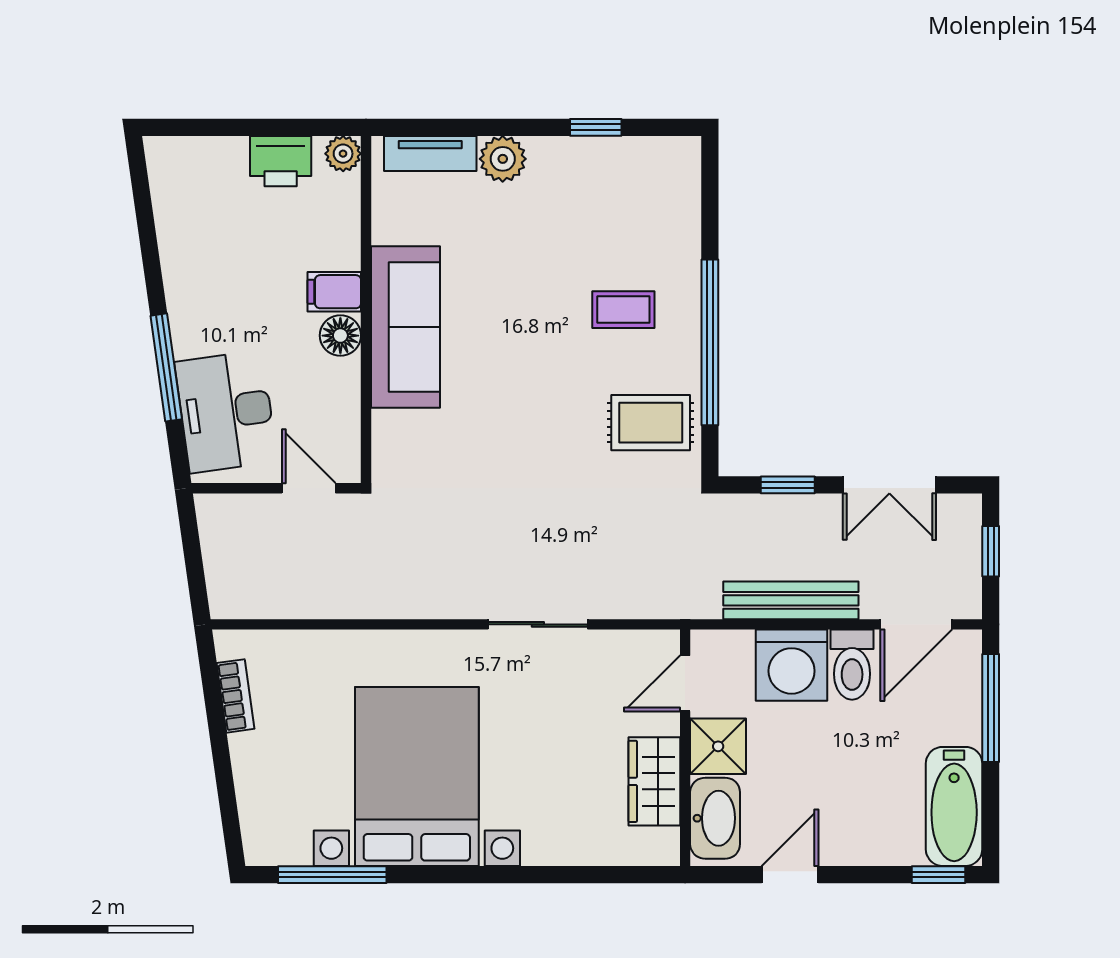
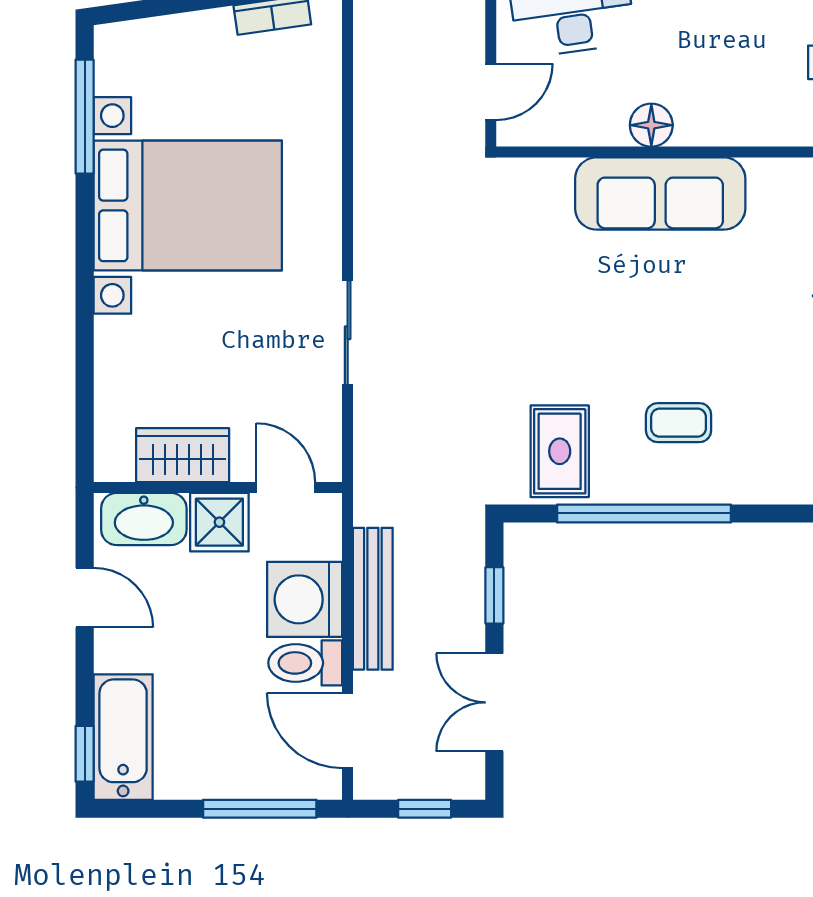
filing cabinet: (334, 292) -> (697, 119), removed
coffee table: (623, 310) -> (679, 423), turned 90
bathtub: (954, 806) -> (123, 737), moved, turned 90

